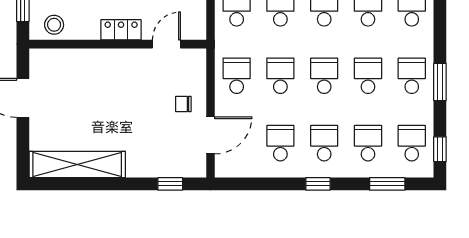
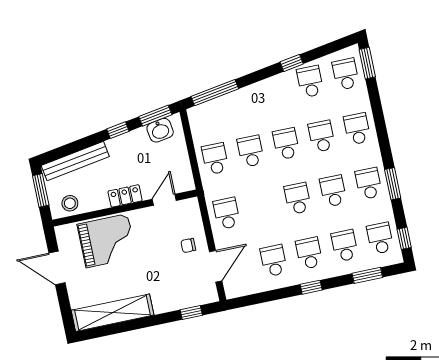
school desk: (280, 76) -> (262, 206), removed
grand piano: (88, 78) -> (107, 241), added

